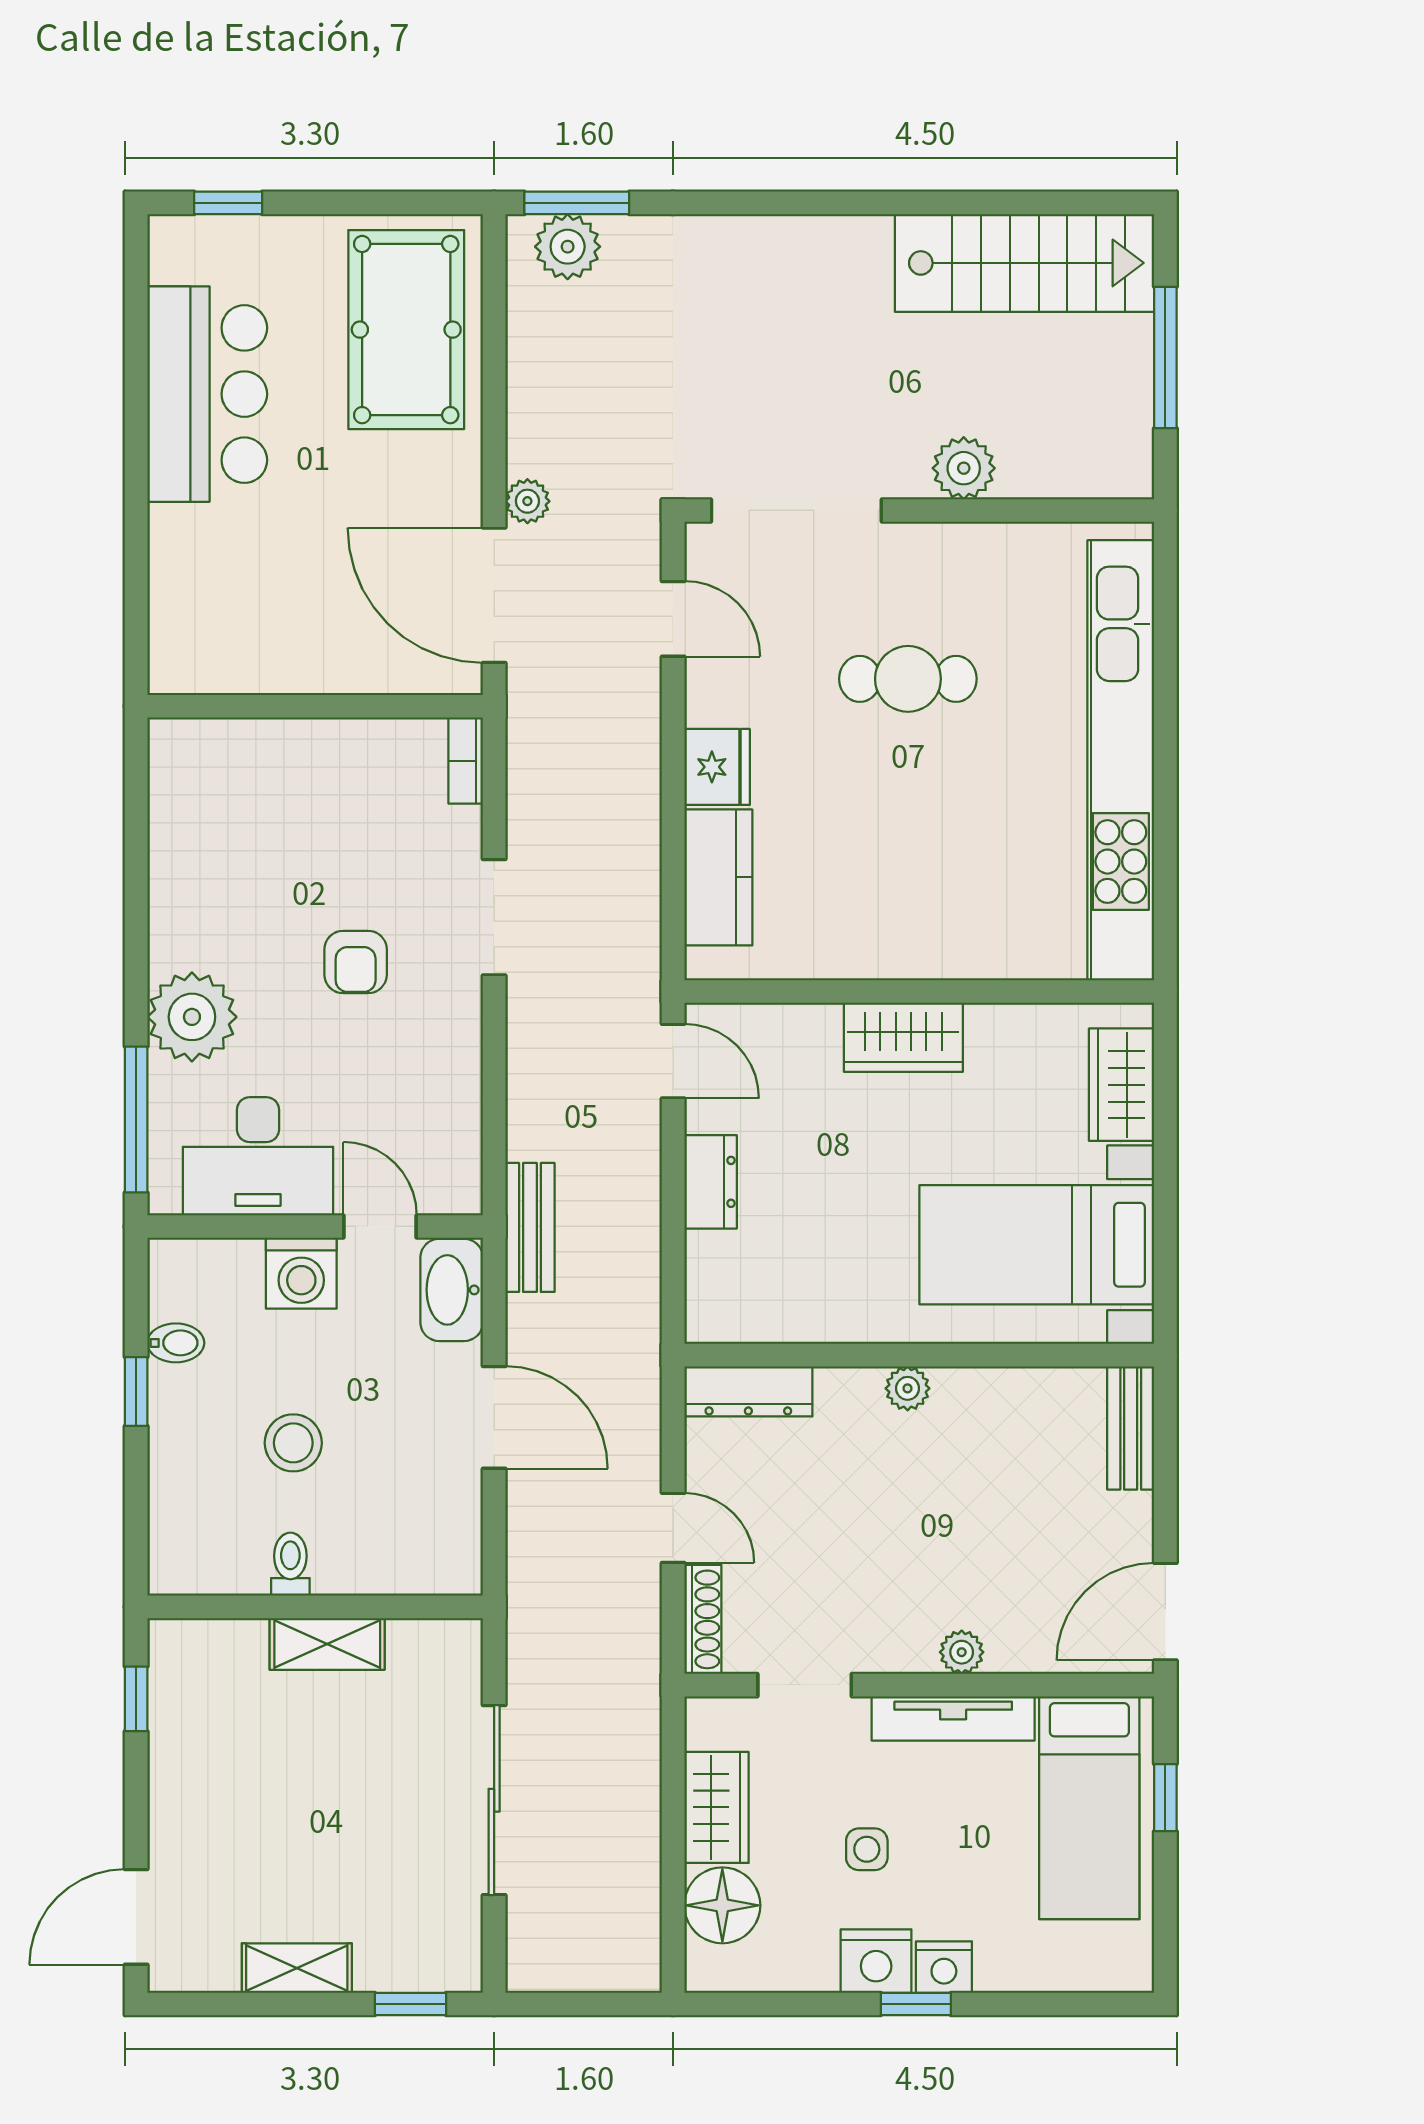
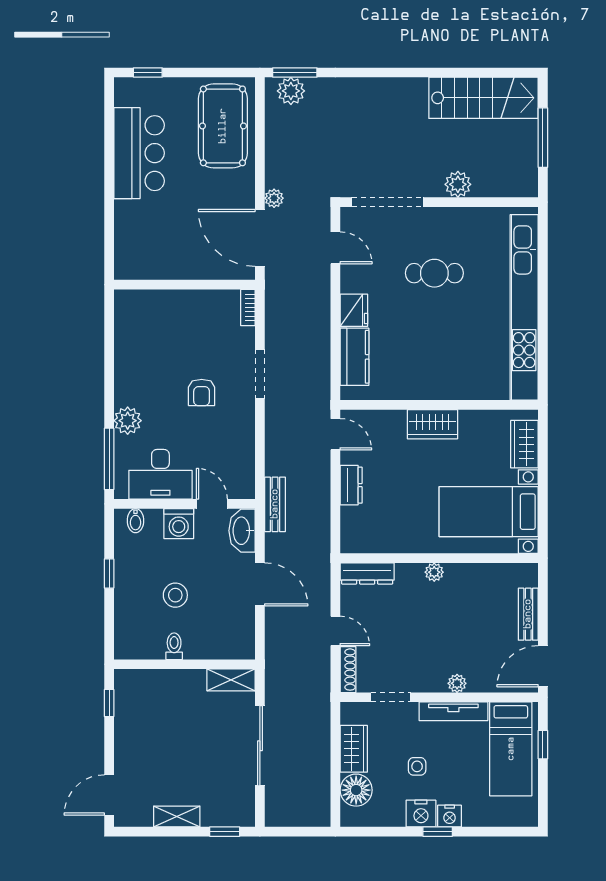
plant: (192, 1017) -> (128, 421), width x0.73, depth x0.73
bidet: (176, 1343) -> (135, 521), moved, turned 90
bench: (1131, 1428) -> (528, 614), moved
shelving: (327, 1644) -> (231, 680), moved

